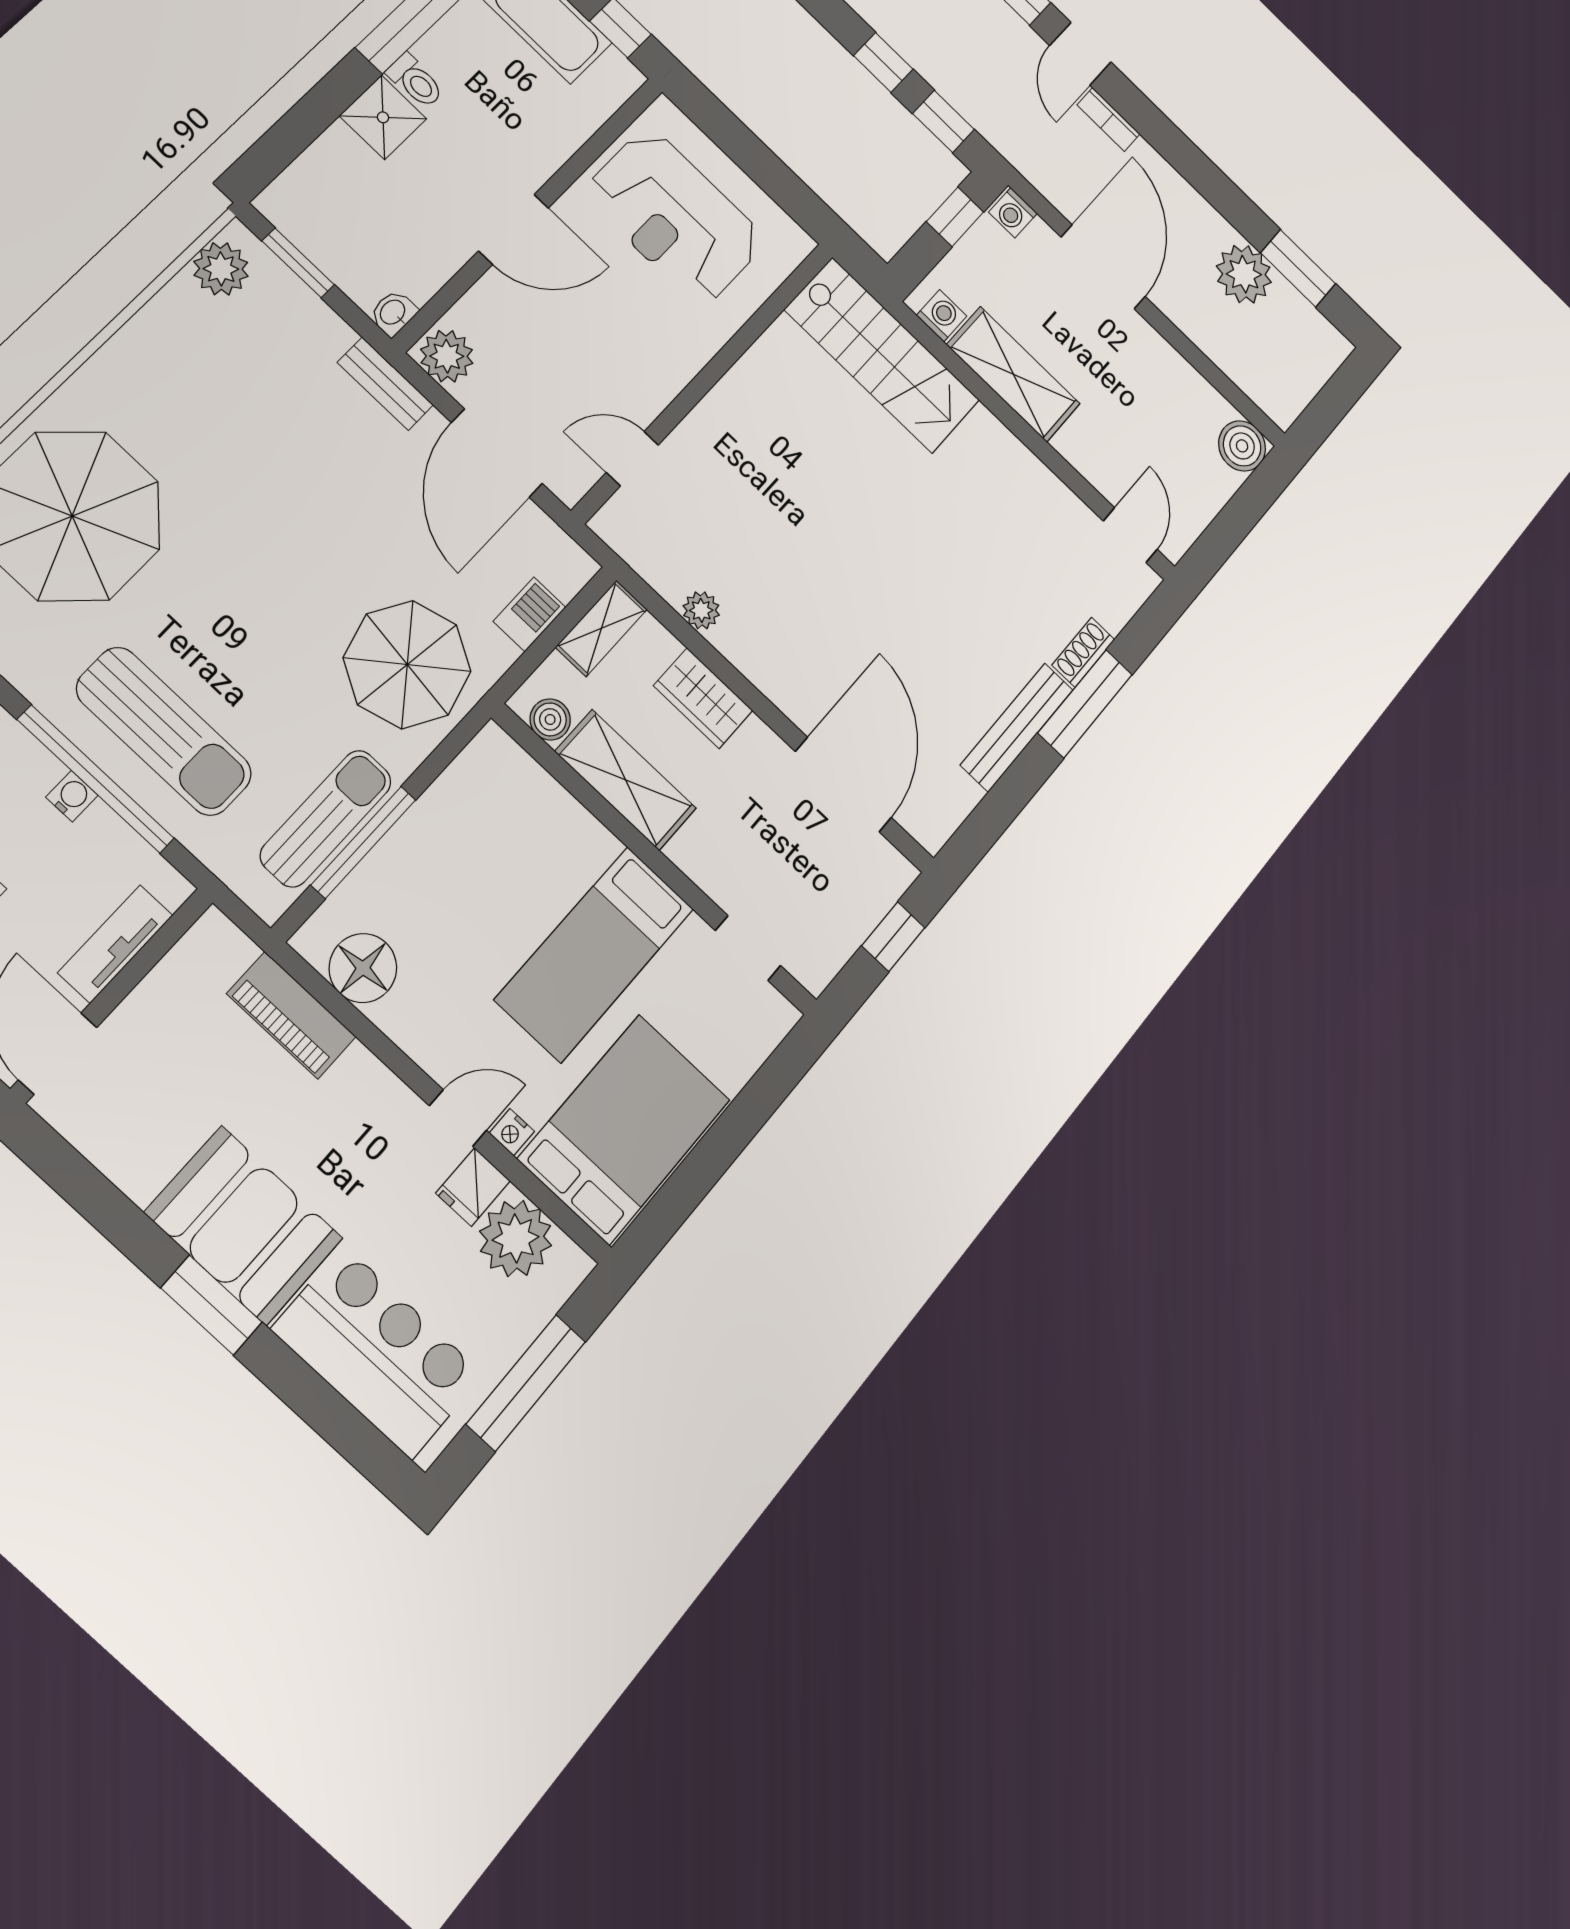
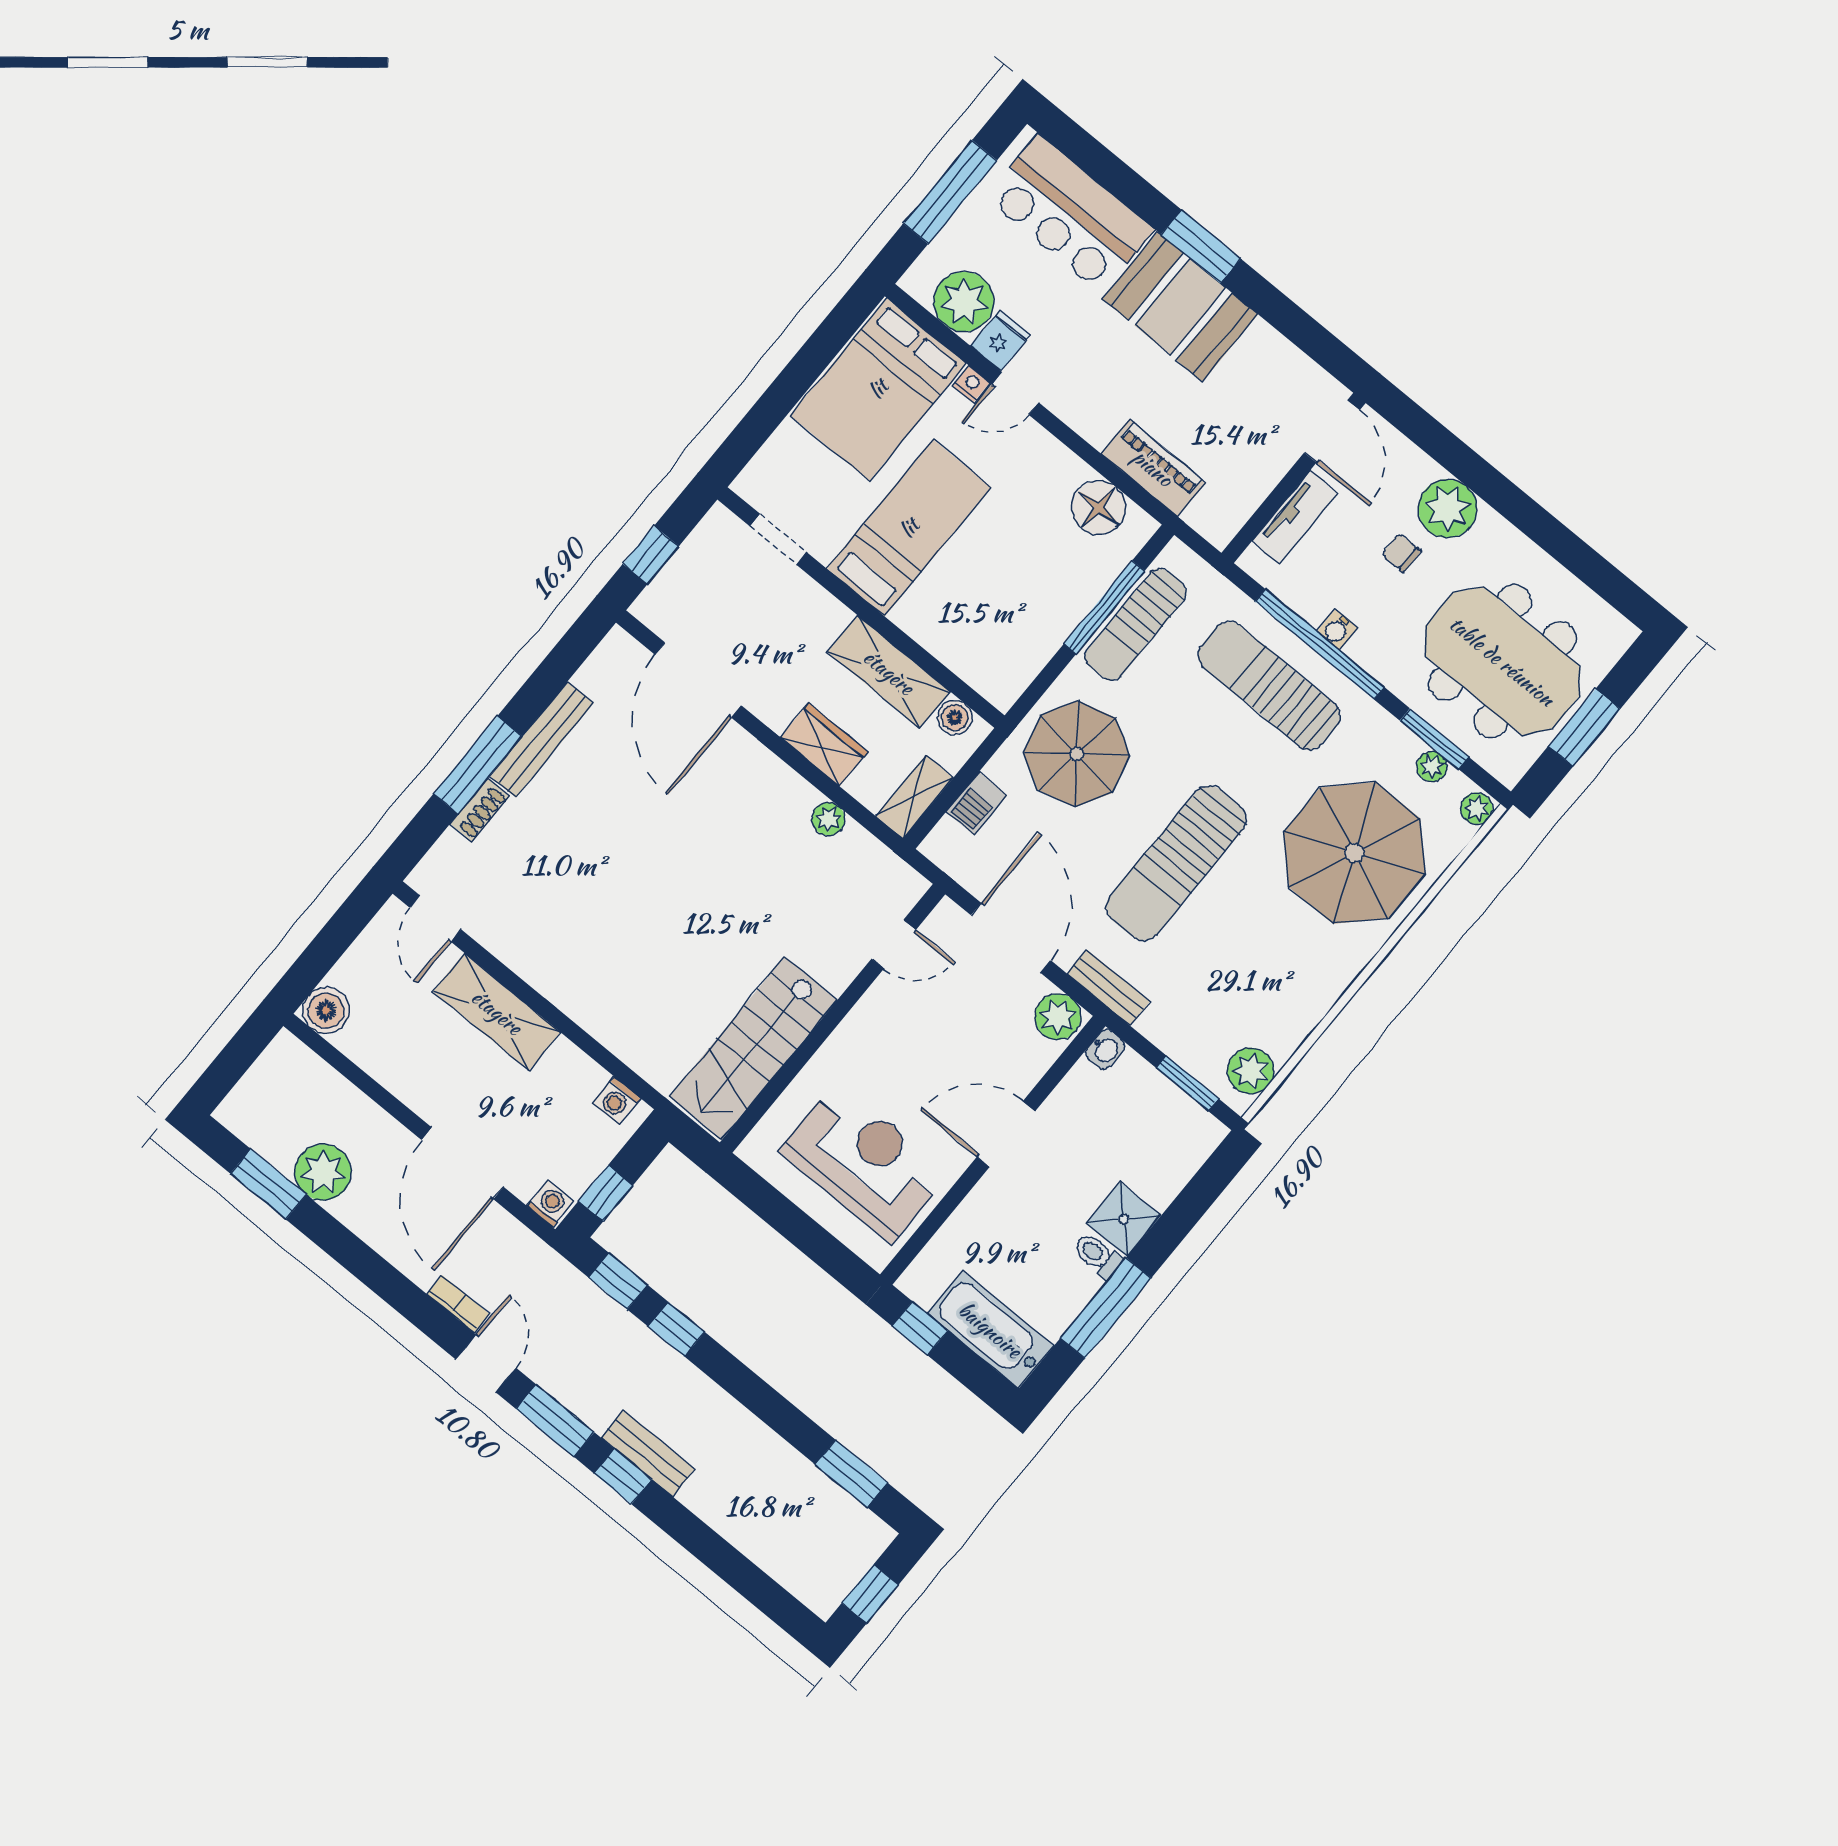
stairs: (882, 355) -> (753, 1048), moved, turned -90
shelving: (1013, 374) -> (497, 1012), moved
sun lounger: (295, 523) -> (1176, 863), added

